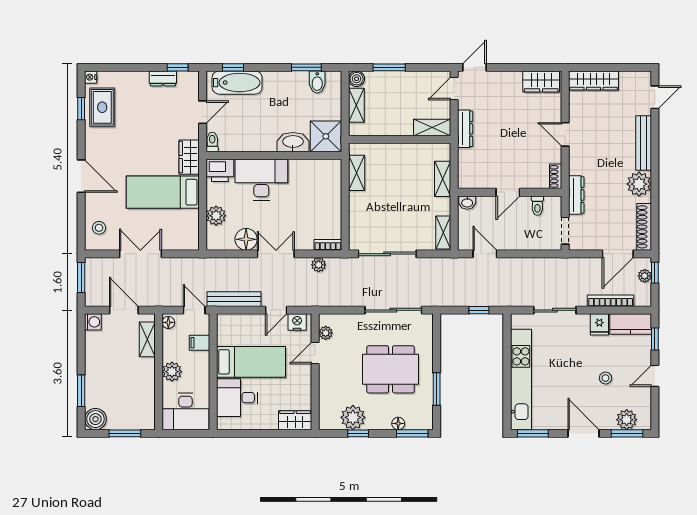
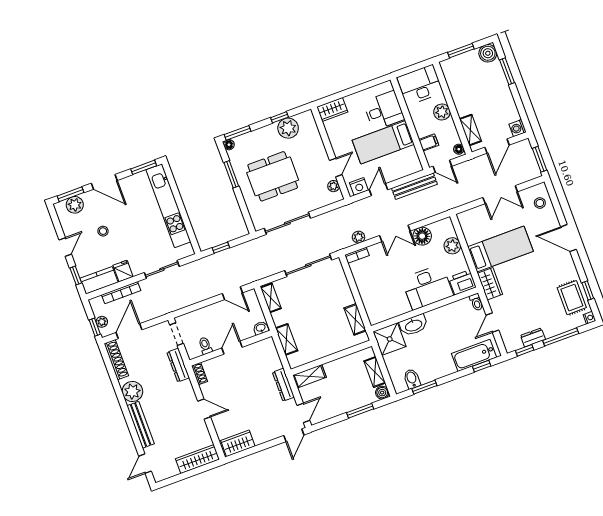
window: (131, 67) -> (561, 337), added
door: (124, 310) -> (497, 146), hinge flipped
floor lamp: (398, 423) -> (229, 145), moved

